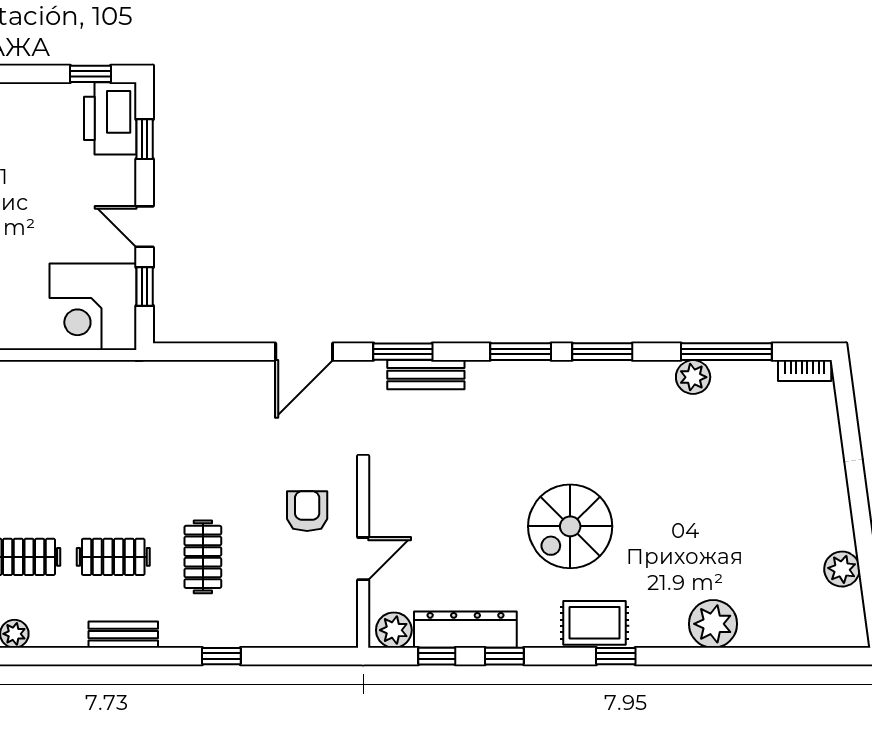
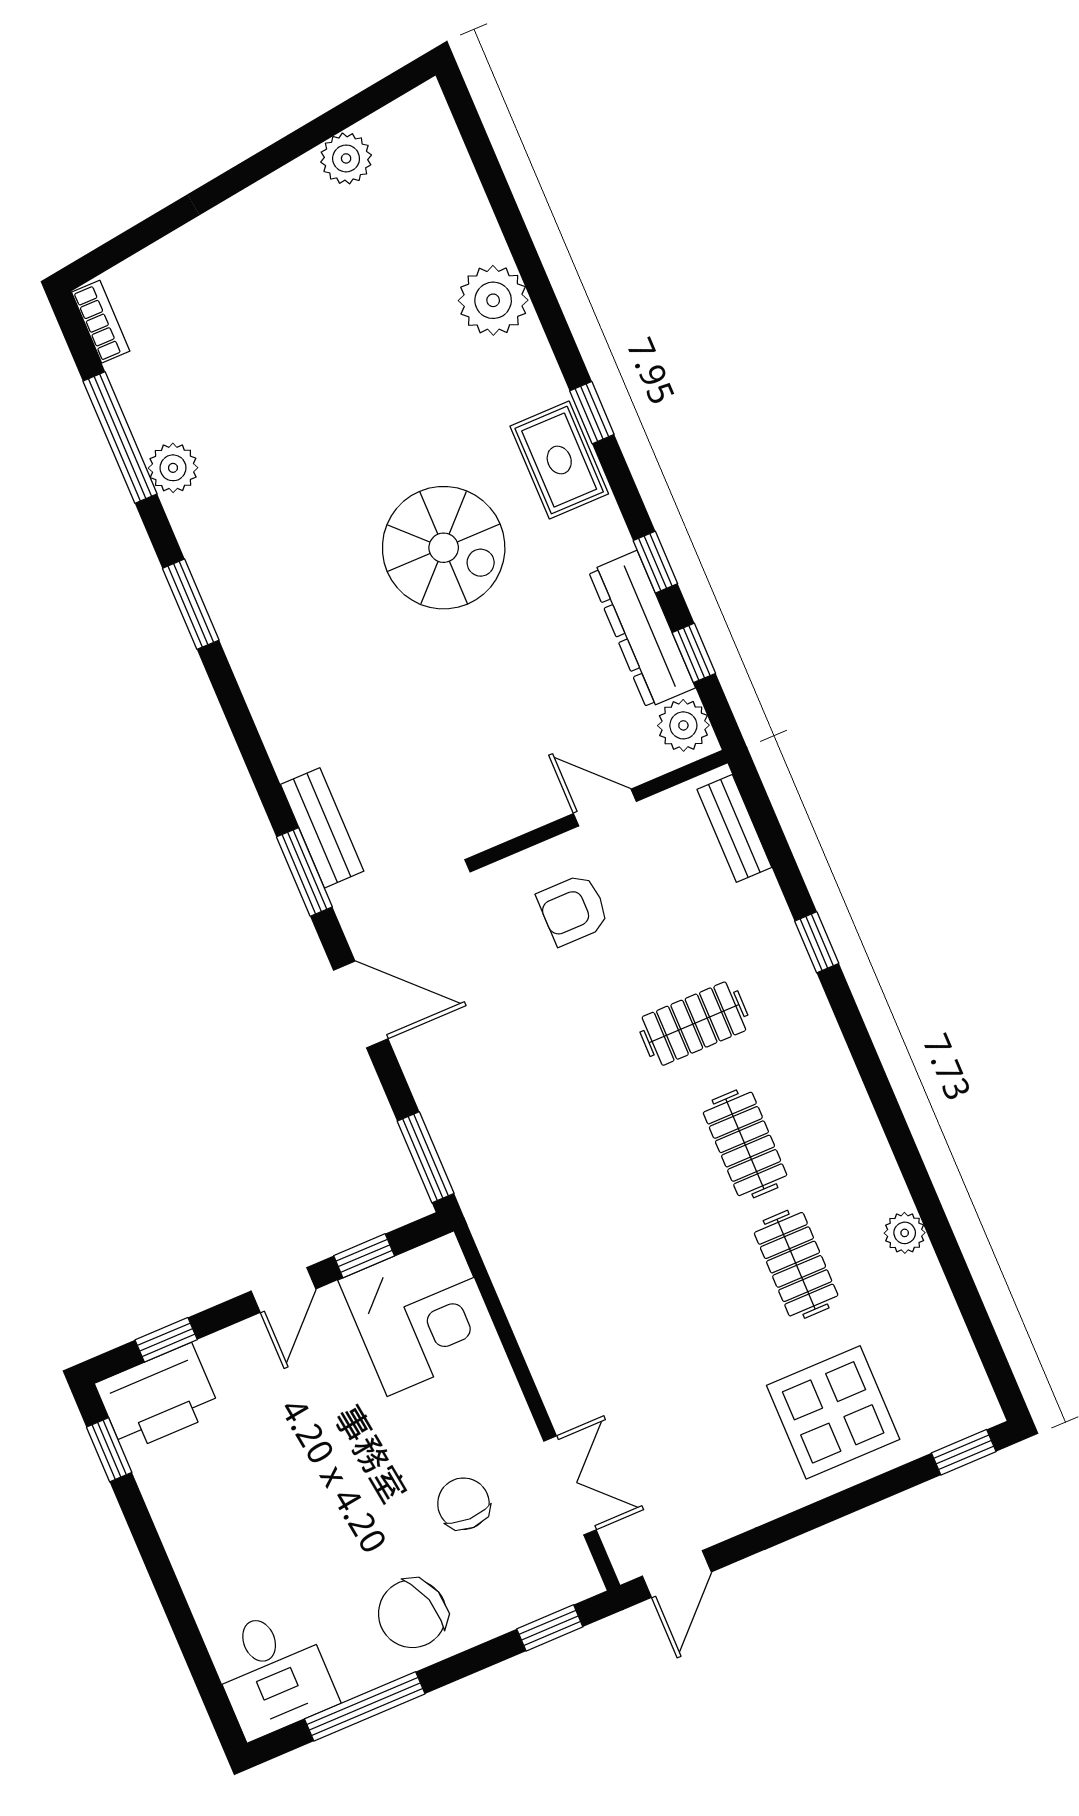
window: (521, 352) -> (426, 1157), moved
bench: (123, 635) -> (734, 828), moved

